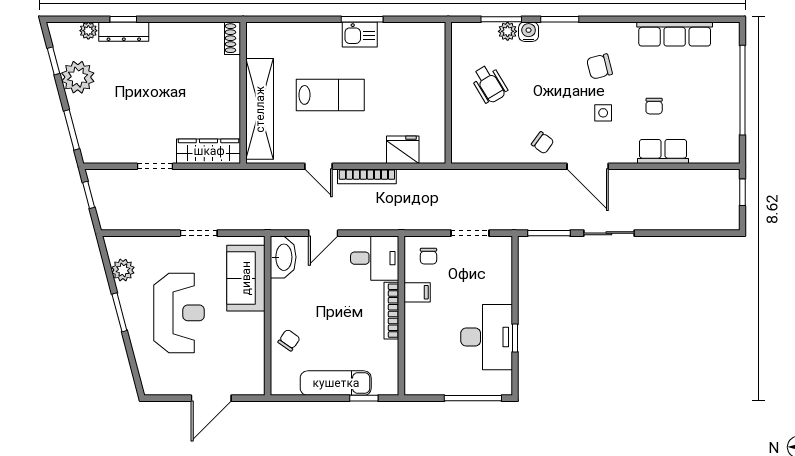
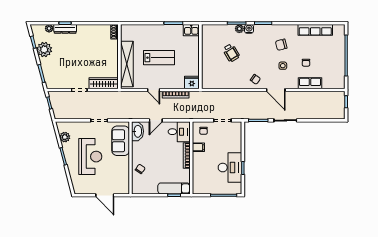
kitchen sink: (360, 34) -> (191, 30), moved
wall: (448, 93) -> (200, 57), moved
exam couch: (336, 383) -> (174, 188), moved
door: (211, 398) -> (105, 195), hinge flipped

